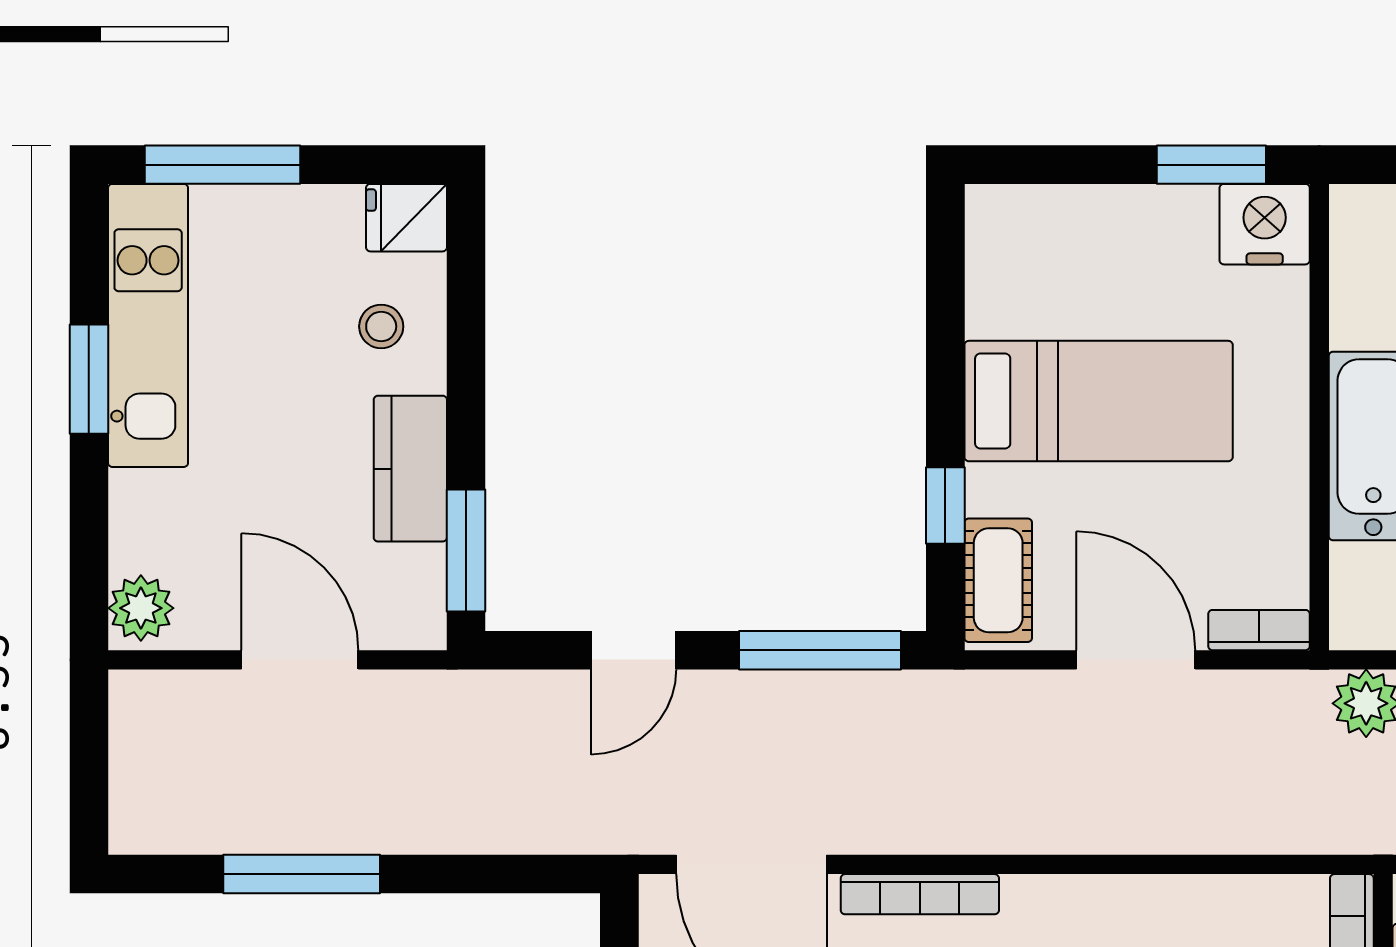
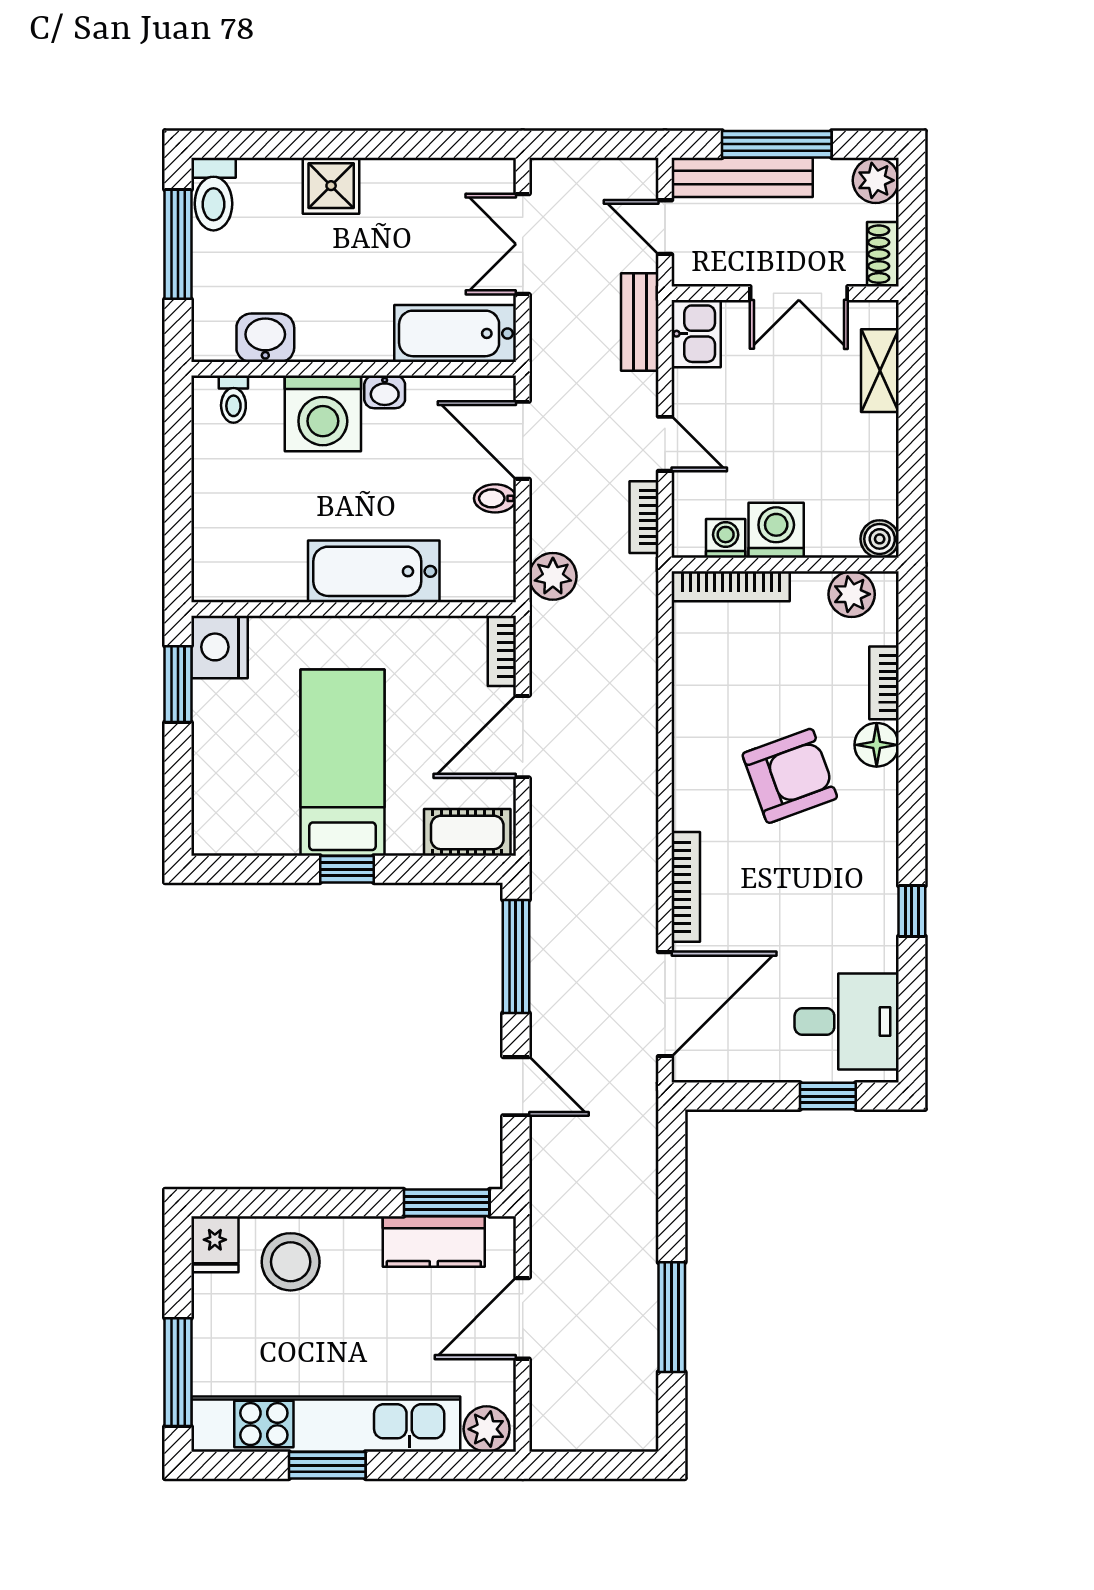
kitchen unit: (148, 325) -> (326, 1424), width x1.36
stool: (381, 326) -> (291, 1262), width x1.89, depth x1.89
kitchen counter: (410, 469) -> (434, 1242), moved
window: (945, 505) -> (347, 869), moved

